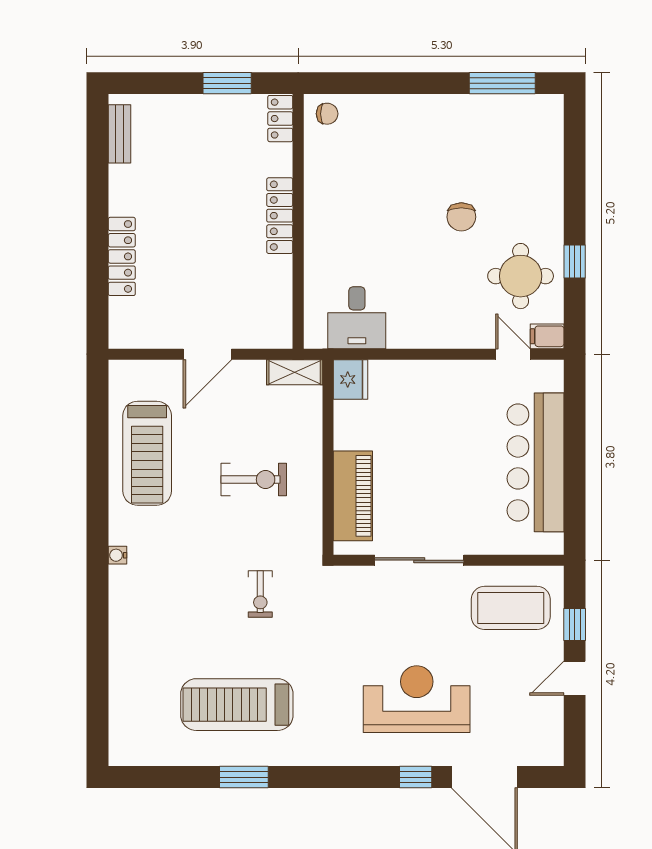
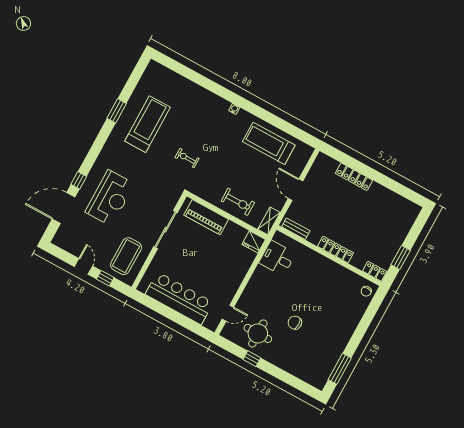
bench: (120, 134) -> (296, 229), moved
filing cabinet: (547, 336) -> (228, 331), removed
exercise bike: (254, 480) -> (238, 202), moved, turned -90

